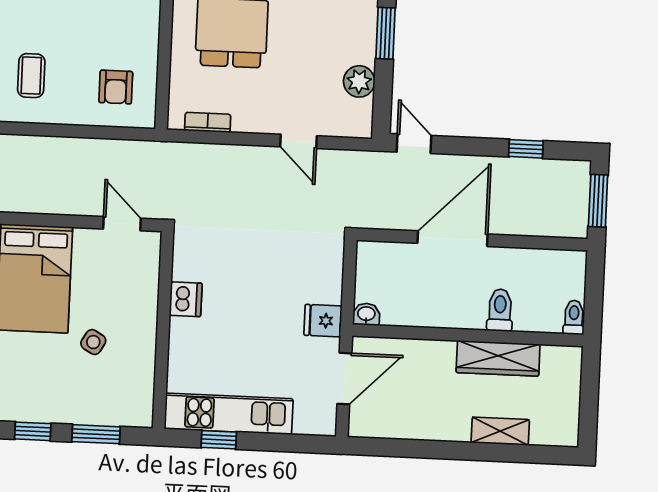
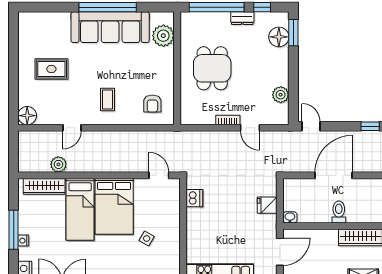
window: (386, 33) -> (293, 69), removed
bookcase: (208, 122) -> (228, 120), moved
dishwasher: (186, 299) -> (194, 198), moved
toilet: (500, 310) -> (339, 212), moved
fridge: (323, 321) -> (267, 205), moved

